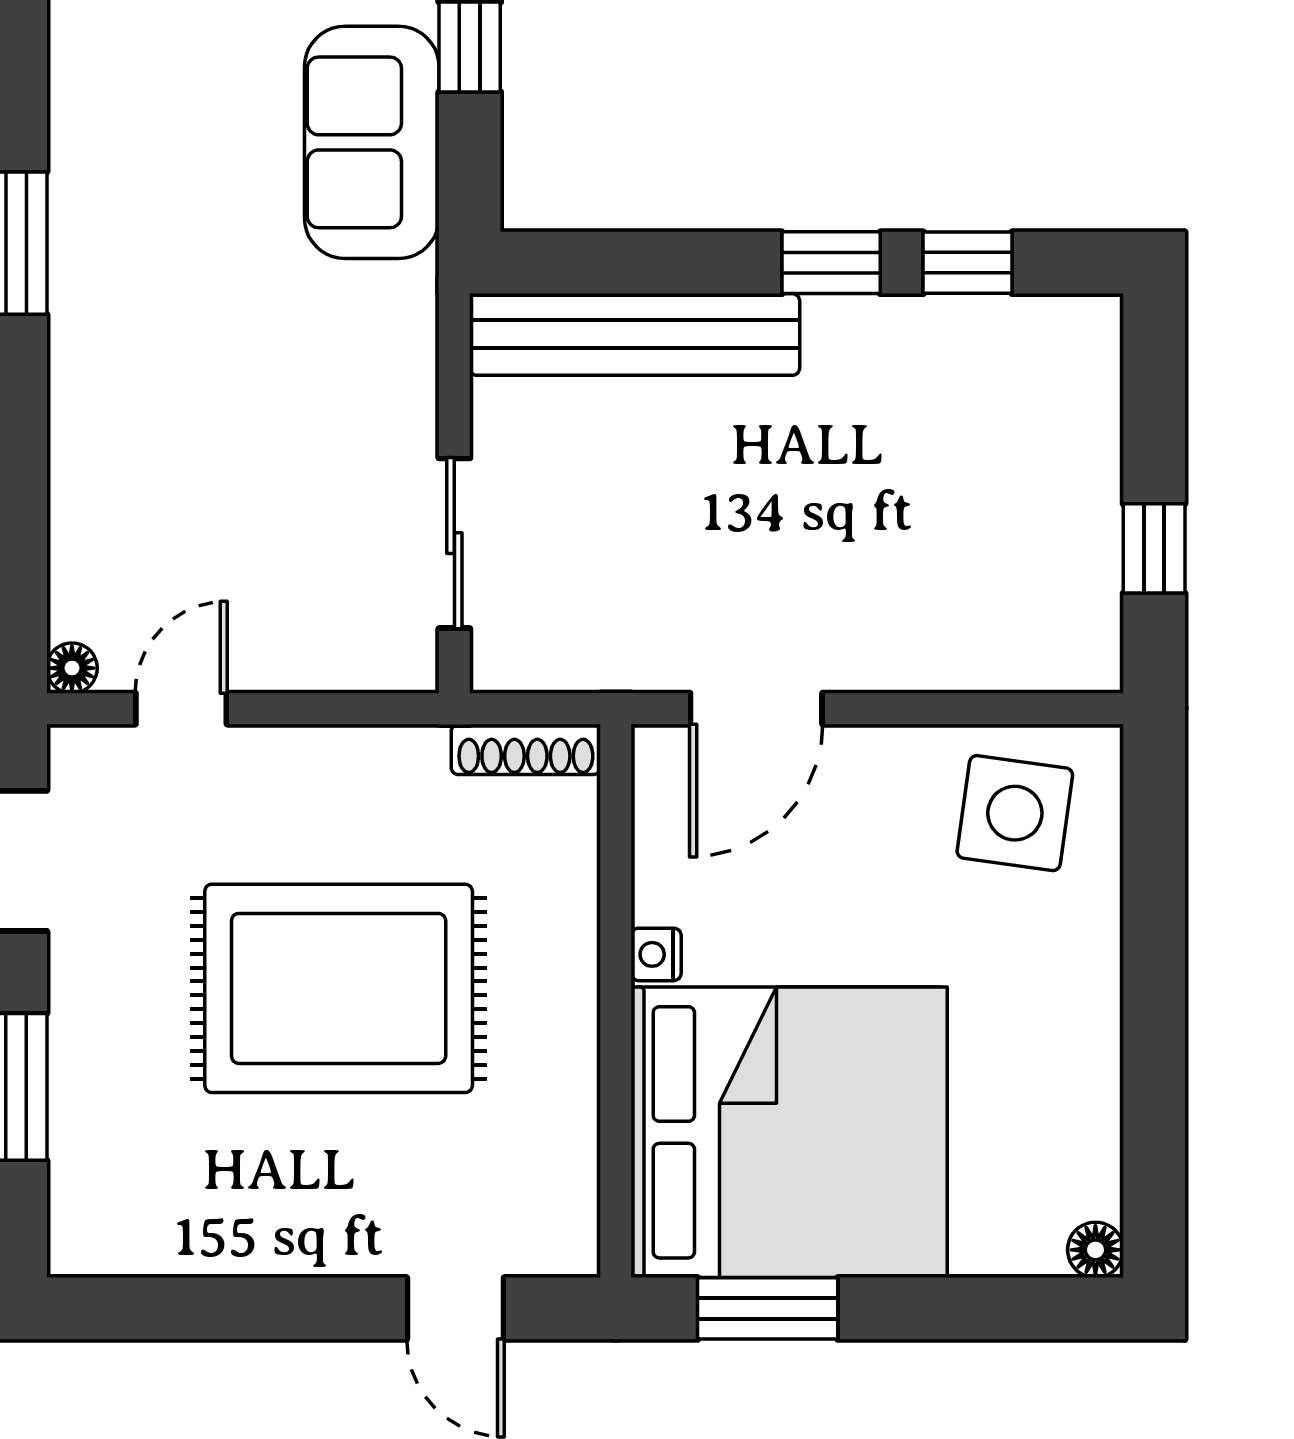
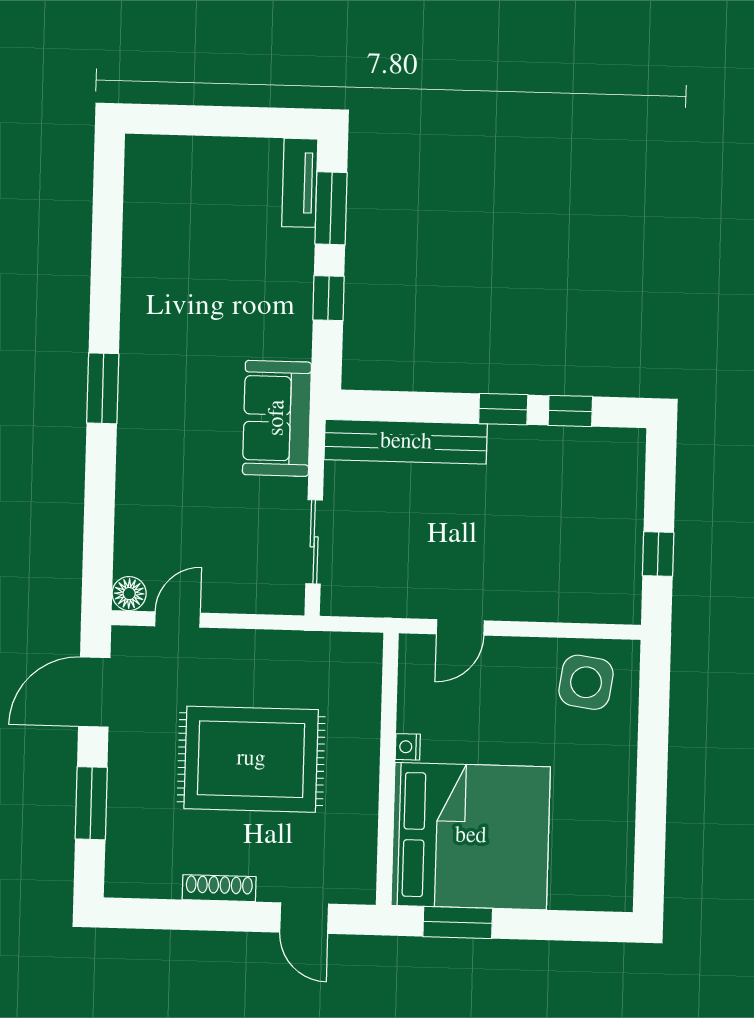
sofa: (372, 142) -> (277, 418), moved
floor lamp: (72, 668) -> (129, 594), width x1.37, depth x1.37
door: (756, 709) -> (460, 627), width x0.73
shoe rack: (526, 749) -> (219, 888), moved, turned 180
floor lamp: (1095, 1250) -> (620, 898), removed

